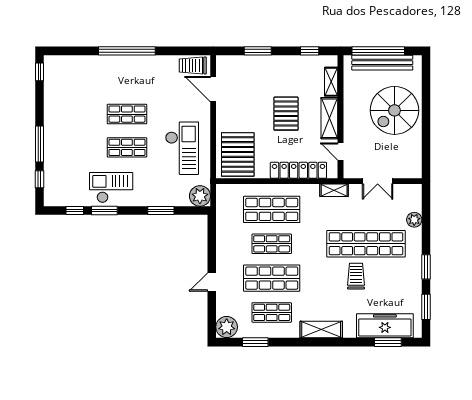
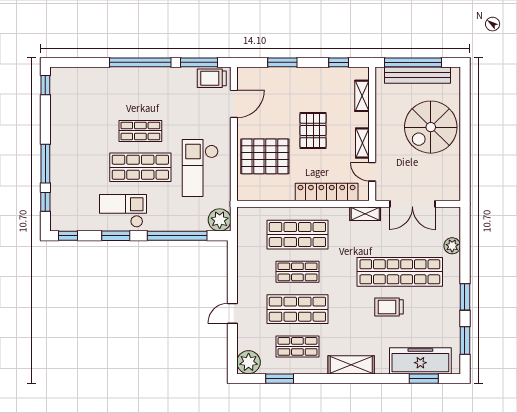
window: (181, 51) -> (199, 62), added
door: (213, 89) -> (234, 104), swing flipped
shelving: (329, 118) -> (362, 143), width x0.67, depth x0.75
shop shelf: (127, 147) -> (140, 167), width x1.43, depth x1.36
checkout: (182, 148) -> (200, 168), turned 180
pallet: (238, 154) -> (265, 156), moved, turned 90
double door: (378, 181) -> (412, 204), width x1.37
window: (75, 211) -> (68, 236), moved
window: (161, 211) -> (177, 236), width x2.11
trolley: (356, 276) -> (389, 307), turned -90

